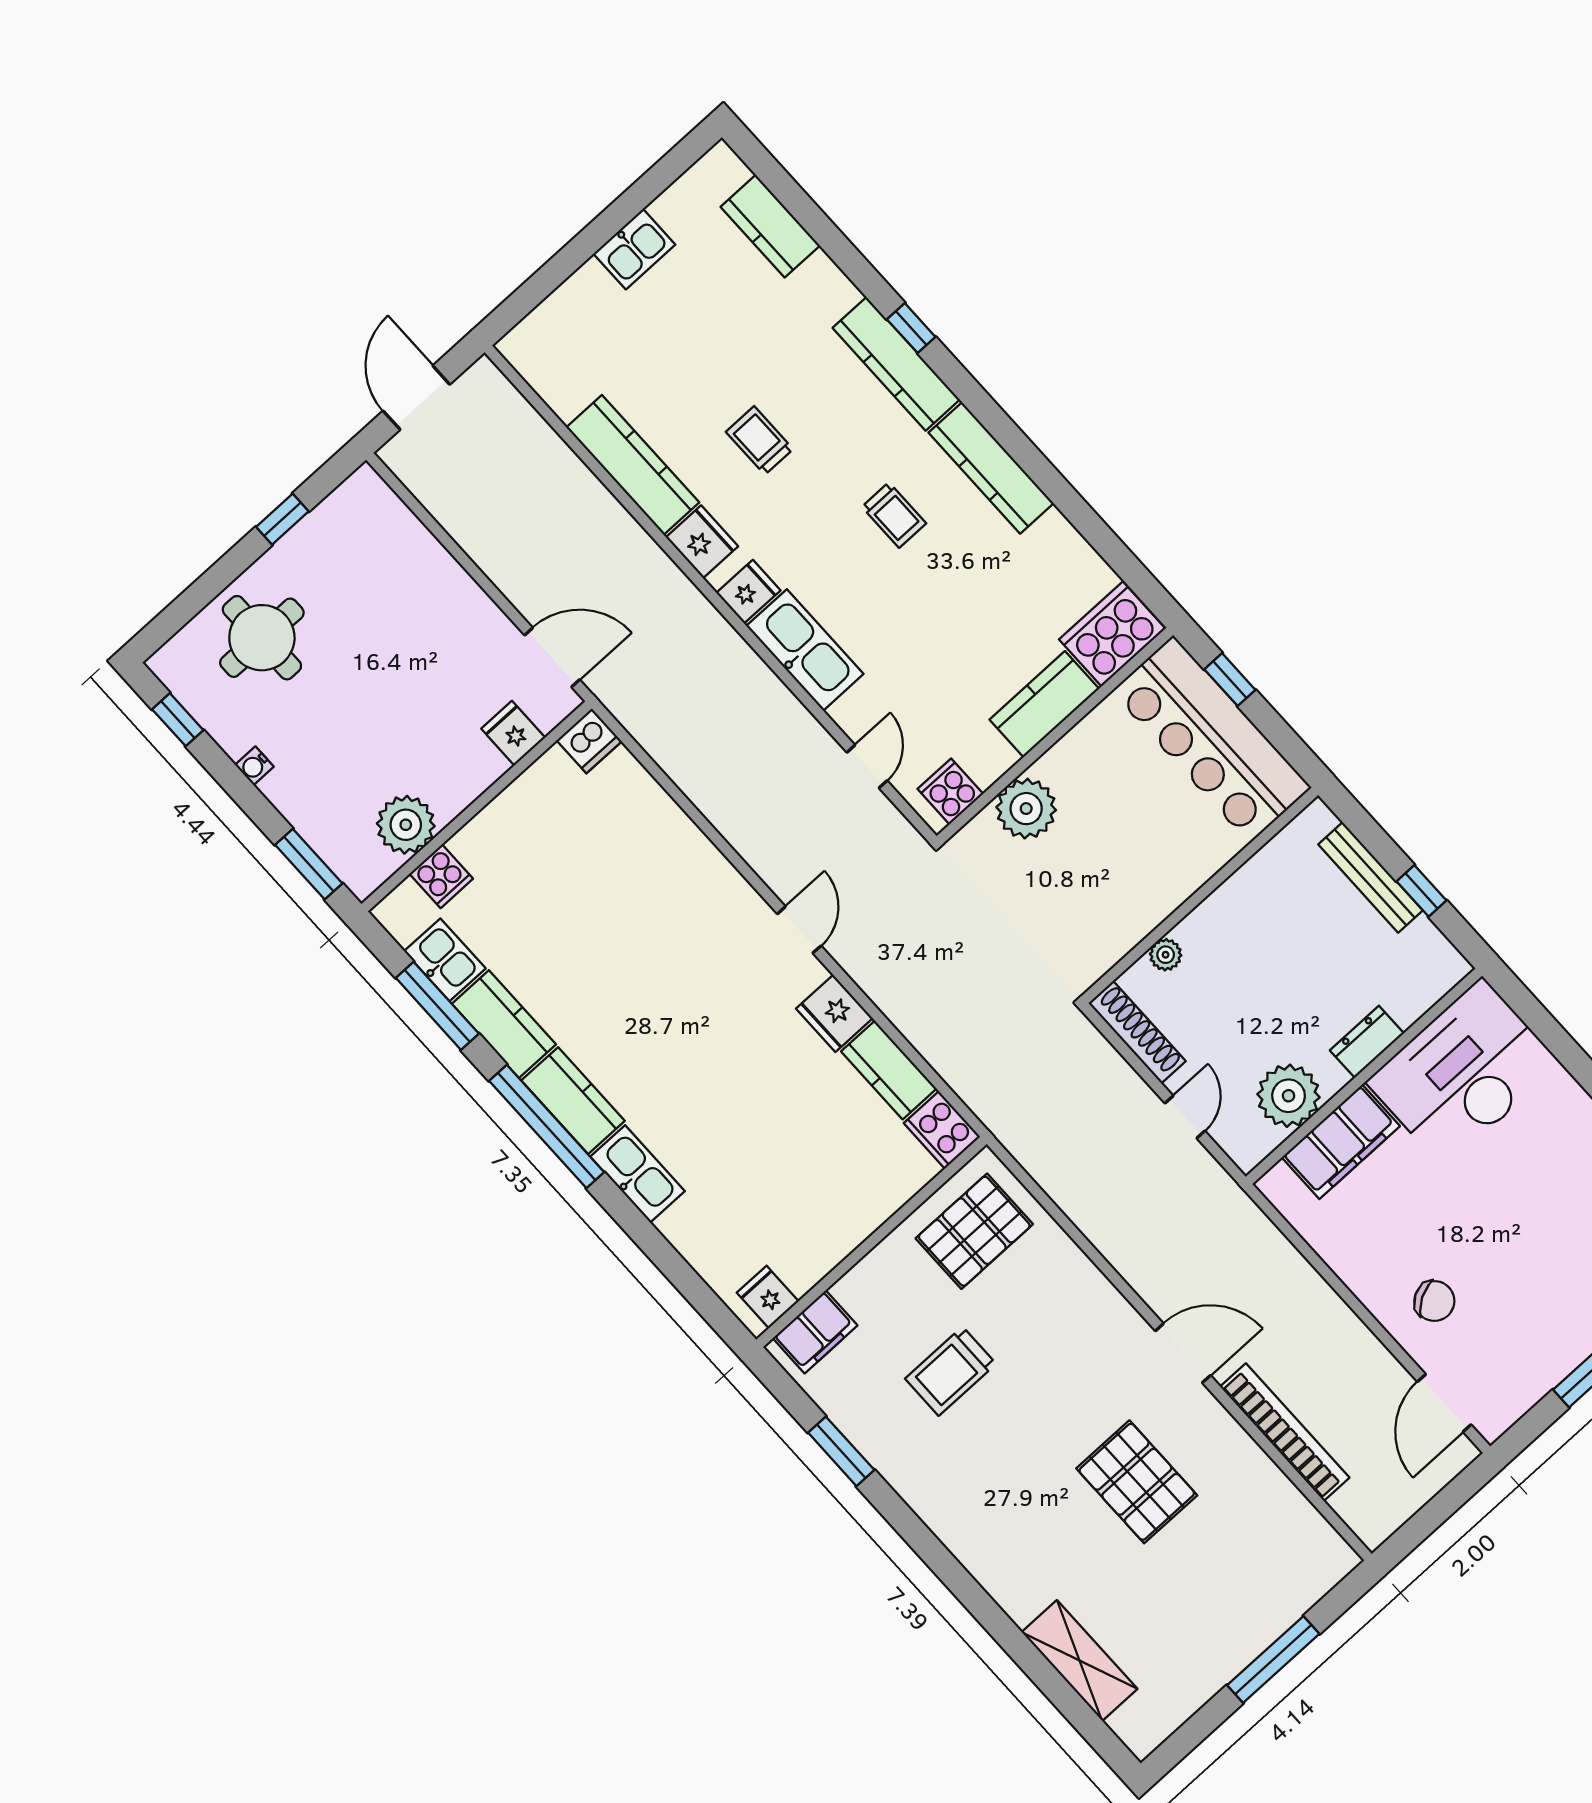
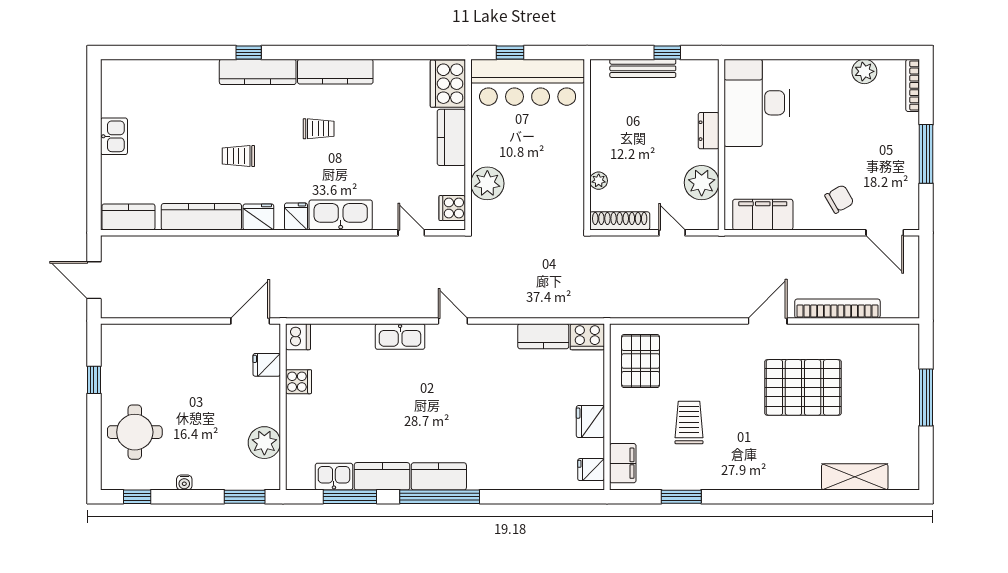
kitchen counter: (770, 226) -> (128, 217), moved, turned 180
cooker: (441, 876) -> (299, 382), moved
fridge: (834, 1013) -> (590, 422), moved, turned 90
filing cabinet: (1341, 1142) -> (763, 215), moved, turned -90
kitchen sink: (638, 1174) -> (400, 337), moved, turned 180
trolley: (951, 1371) -> (689, 422), turned 180
pallet: (1137, 1482) -> (803, 387), width x1.37, depth x1.41

